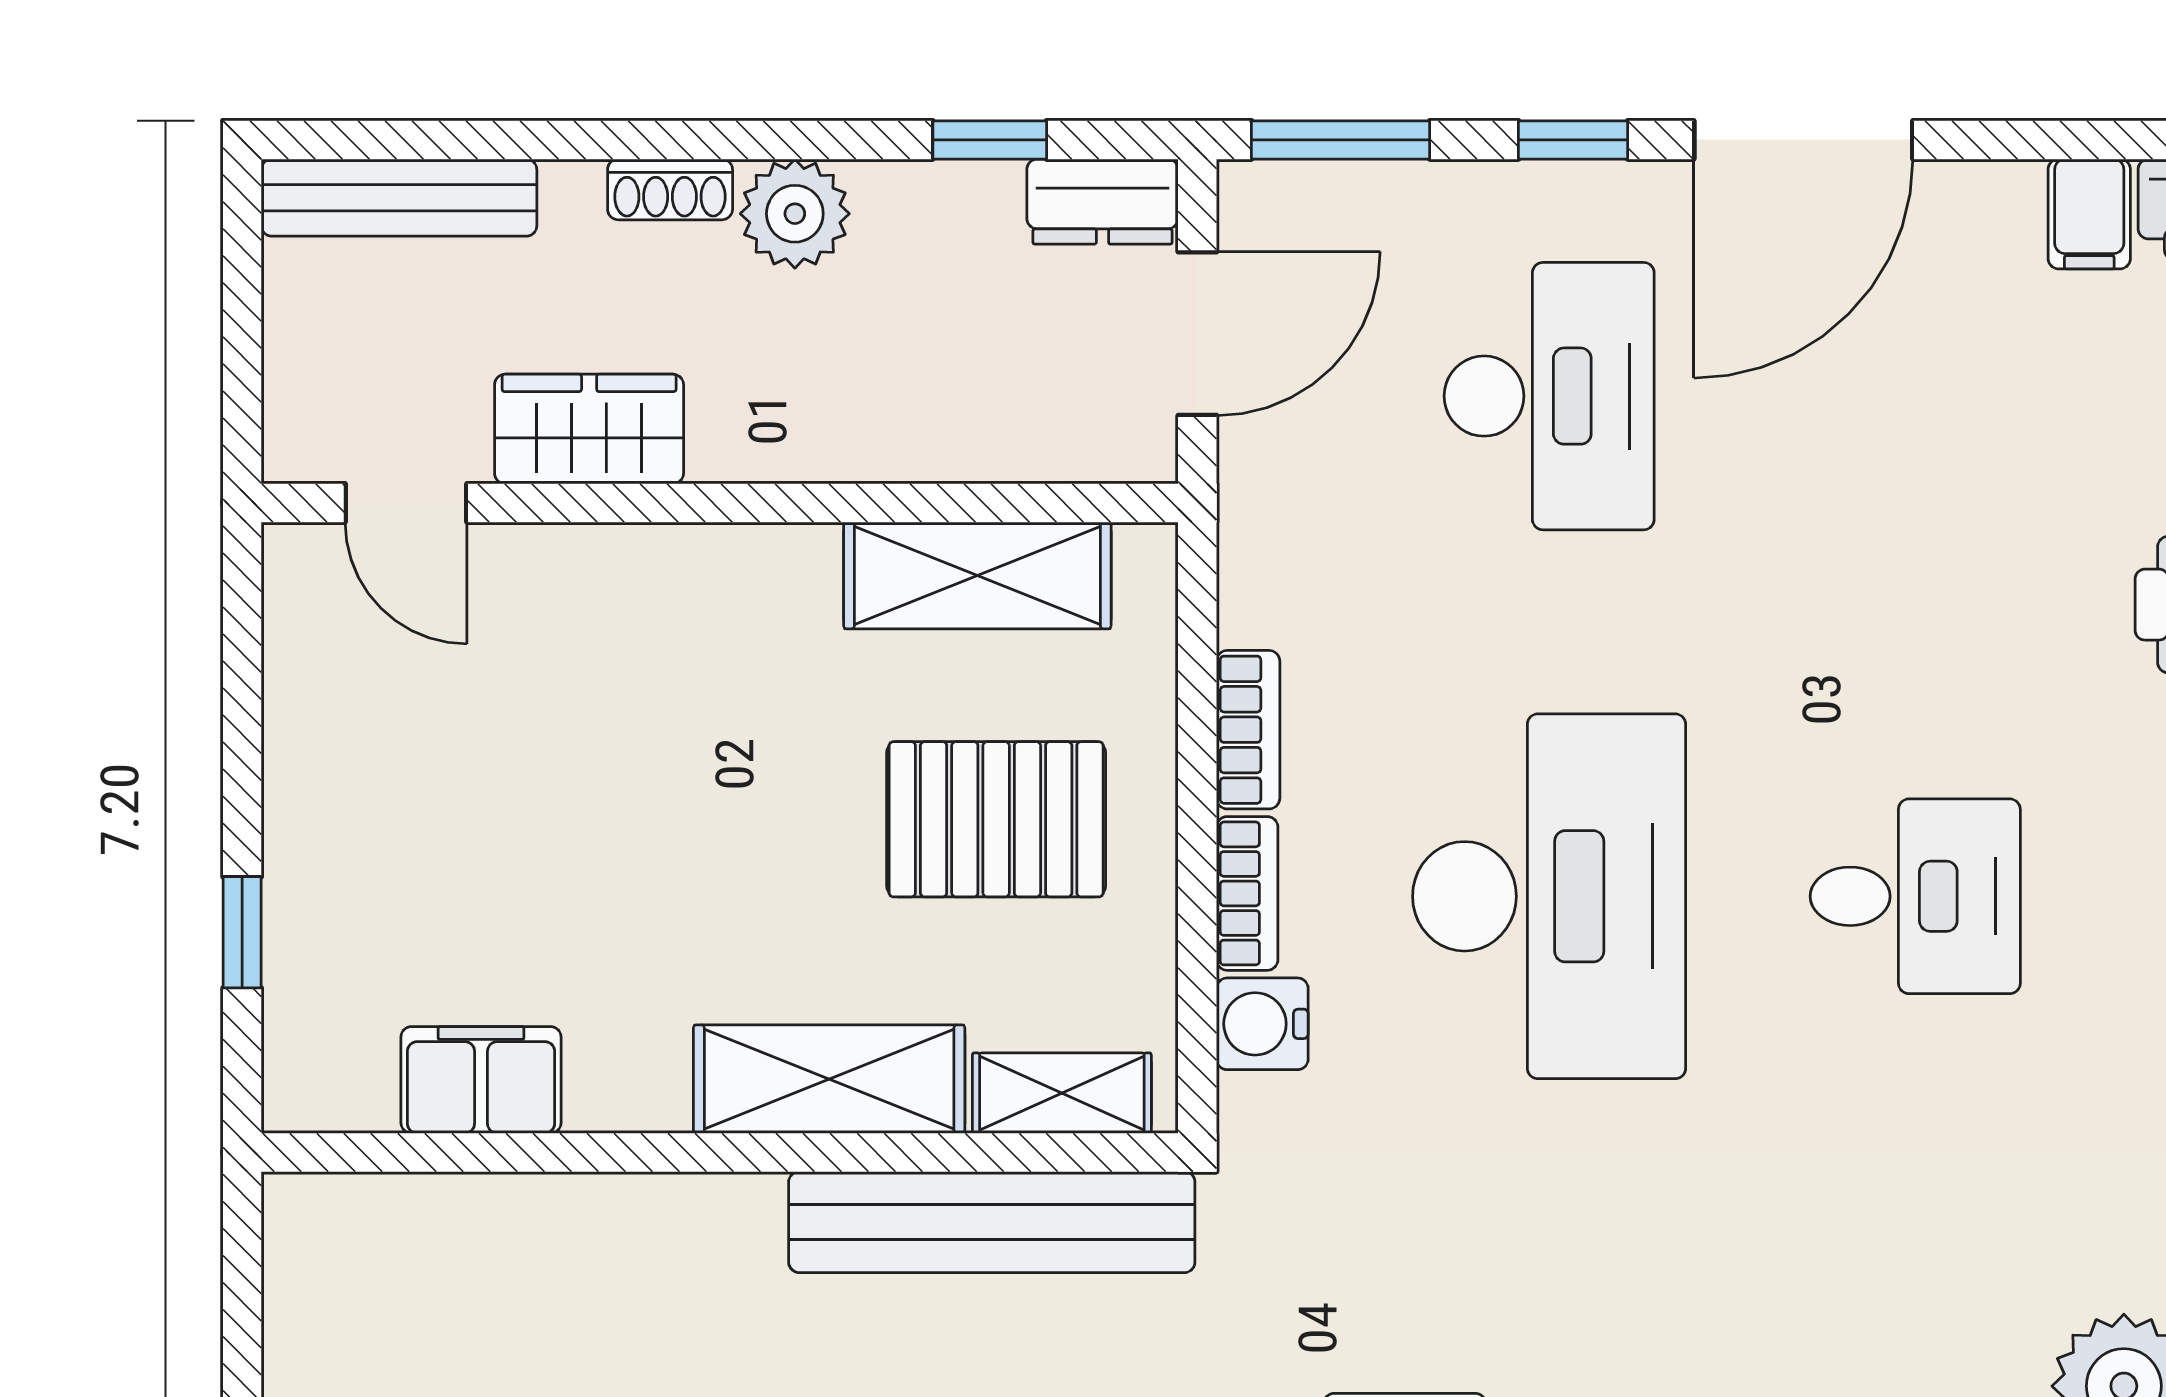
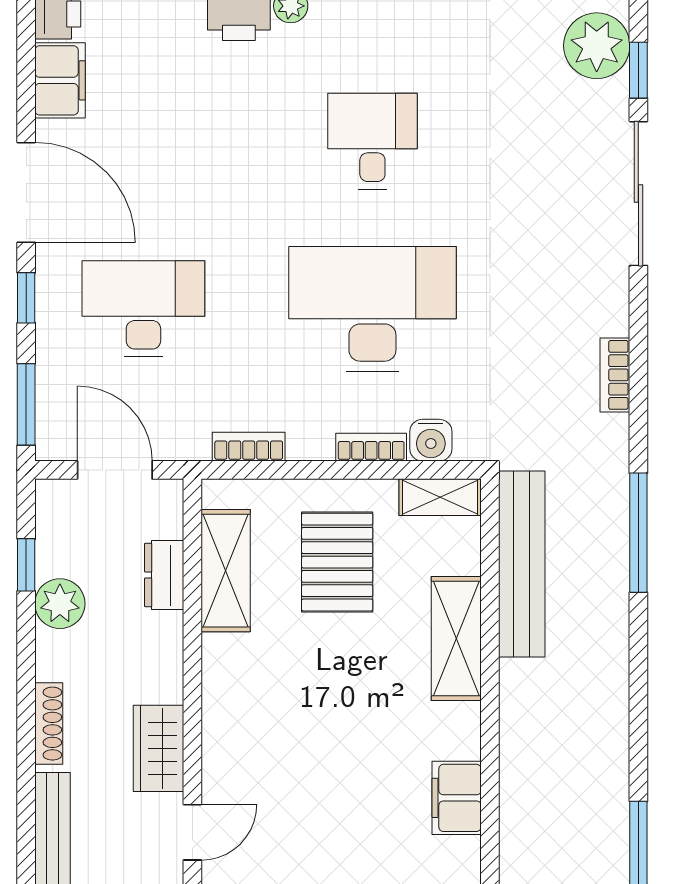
shoe rack: (670, 189) -> (49, 724), width x1.43
dresser: (1102, 202) -> (164, 575), moved, turned 180
plant: (795, 214) -> (60, 604), moved
filing cabinet: (2089, 214) -> (60, 80), width x2.00
bookcase: (1248, 730) -> (249, 447), moved
shelving: (1062, 1093) -> (440, 497), moved, turned 90

